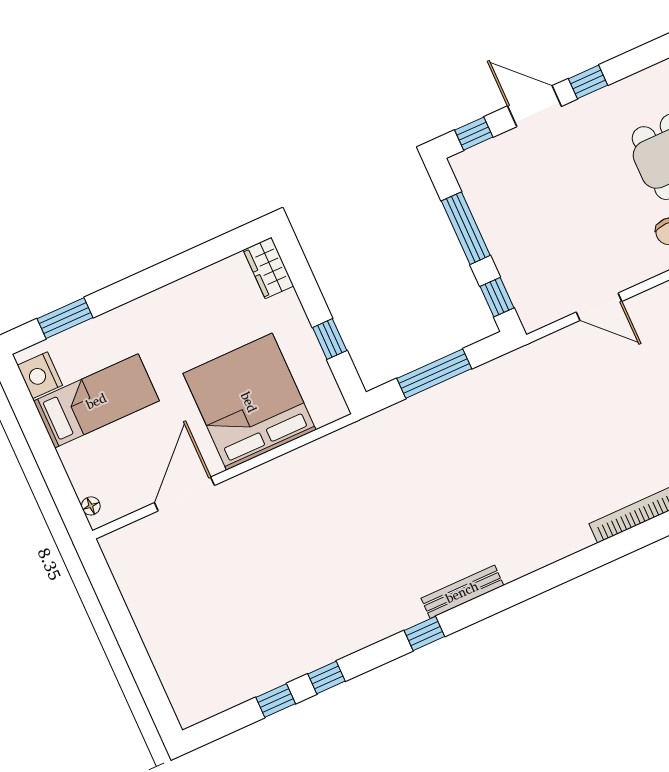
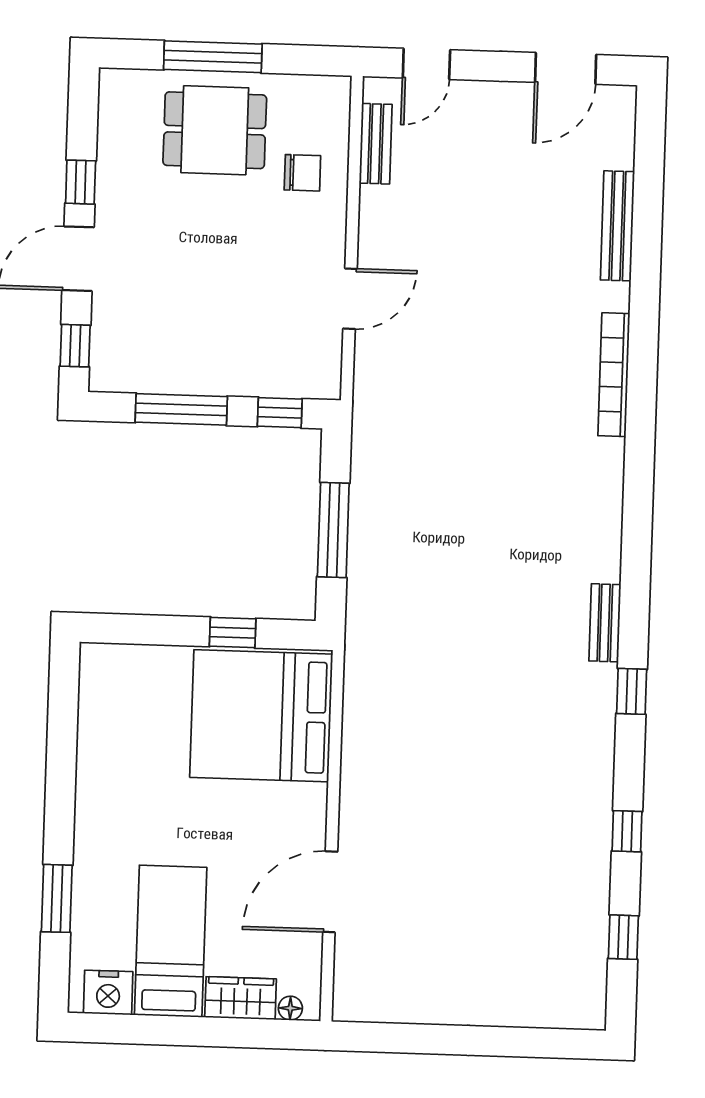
wardrobe: (268, 268) -> (241, 998), moved, turned 180
window: (65, 318) -> (57, 898), moved
bed: (249, 402) -> (261, 716), moved
door: (184, 494) -> (330, 892), hinge flipped
bench: (462, 592) -> (605, 623), width x0.73
window: (276, 701) -> (623, 937), moved

